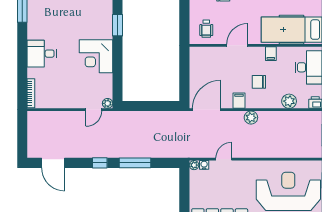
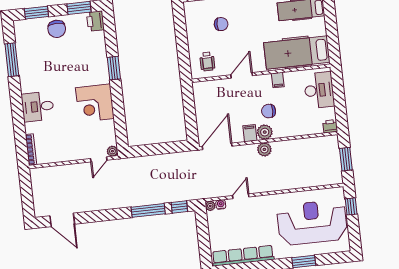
plant: (289, 101) -> (265, 132), moved
window: (100, 163) -> (179, 207), moved

